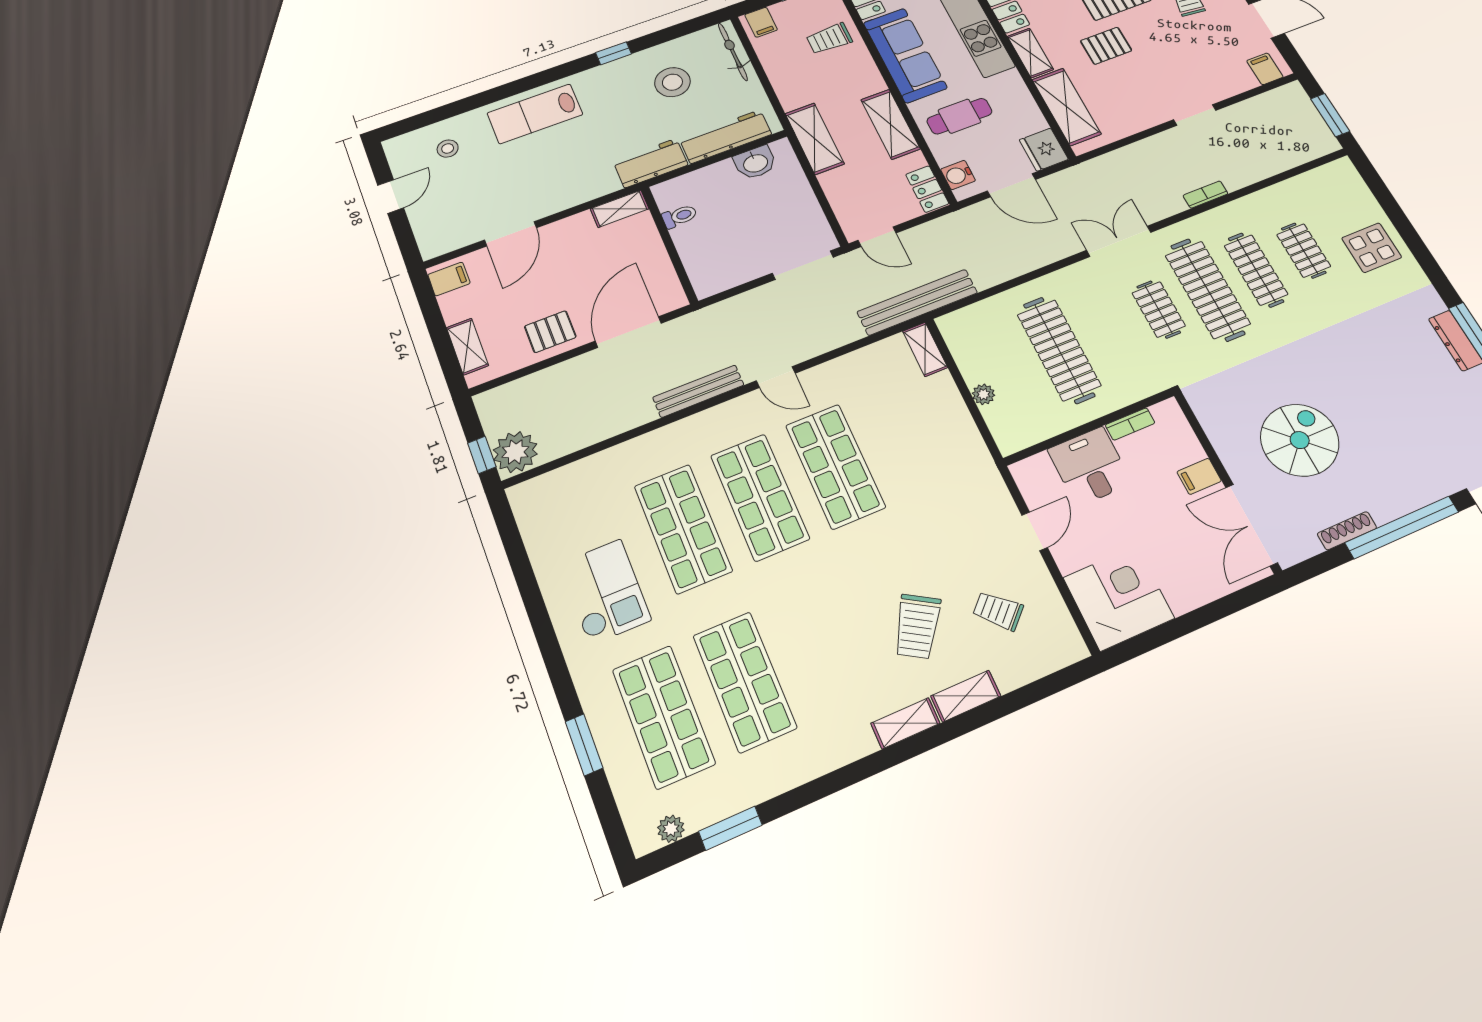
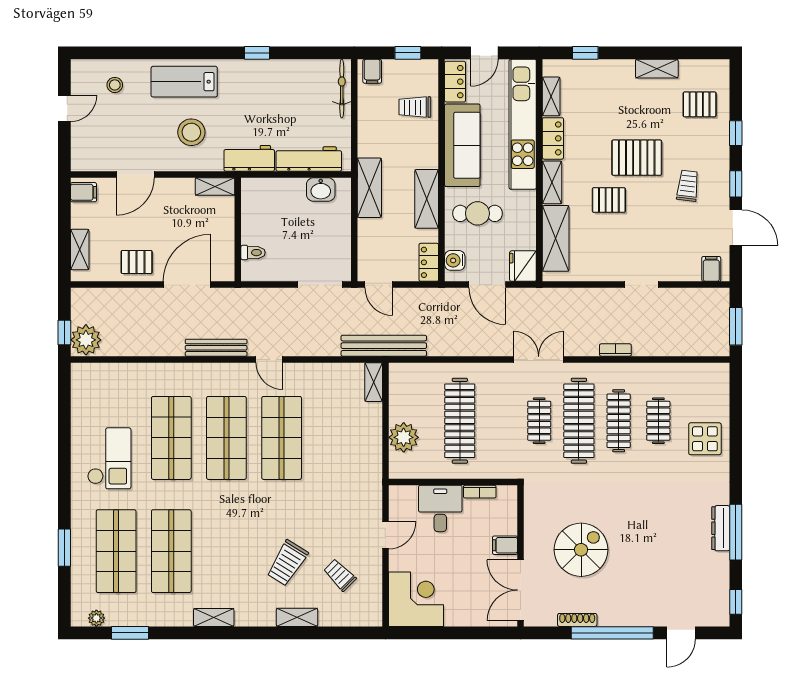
stool: (672, 82) -> (191, 132), moved
toilet: (680, 216) -> (253, 253), moved
plant: (983, 394) -> (404, 437), width x1.88, depth x1.88
shelving: (905, 723) -> (214, 618), moved

